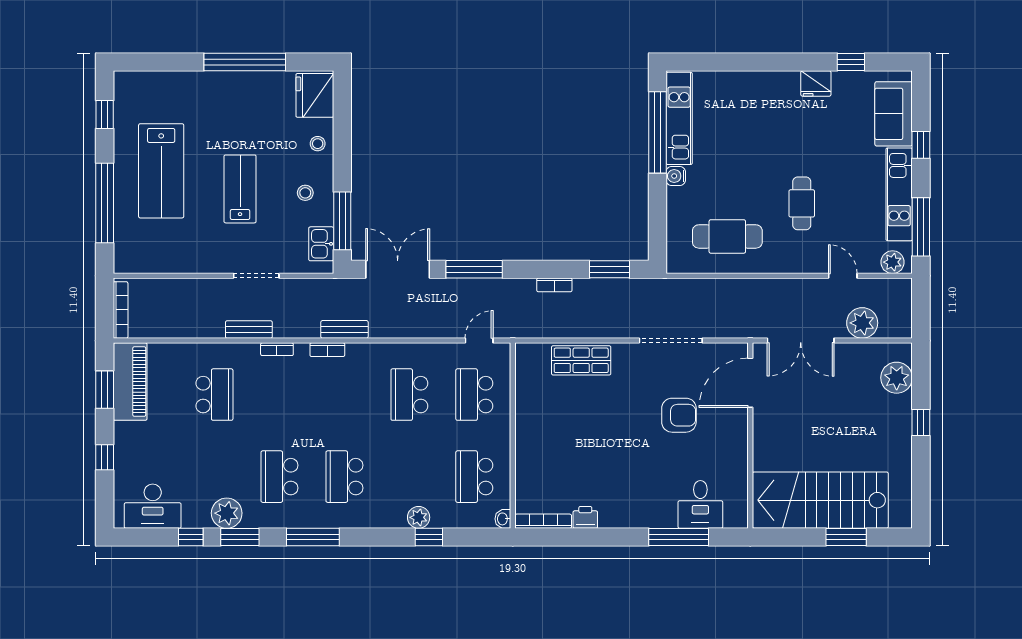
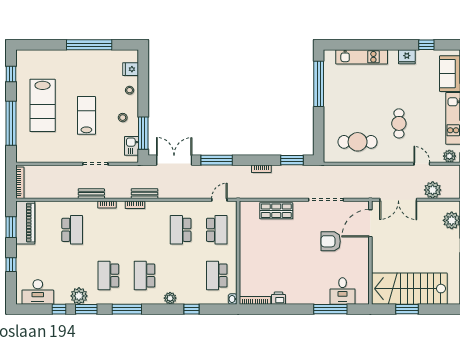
fridge: (315, 95) -> (131, 69), width x0.53, depth x0.75
kitchen unit: (679, 118) -> (362, 57), moved, turned 90
water cooler: (676, 176) -> (329, 108), removed
school desk: (474, 395) -> (217, 230), turned 180
armchair: (679, 415) -> (331, 241), turned 180
plant: (419, 517) -> (170, 298), moved
window: (846, 537) -> (407, 309), moved

